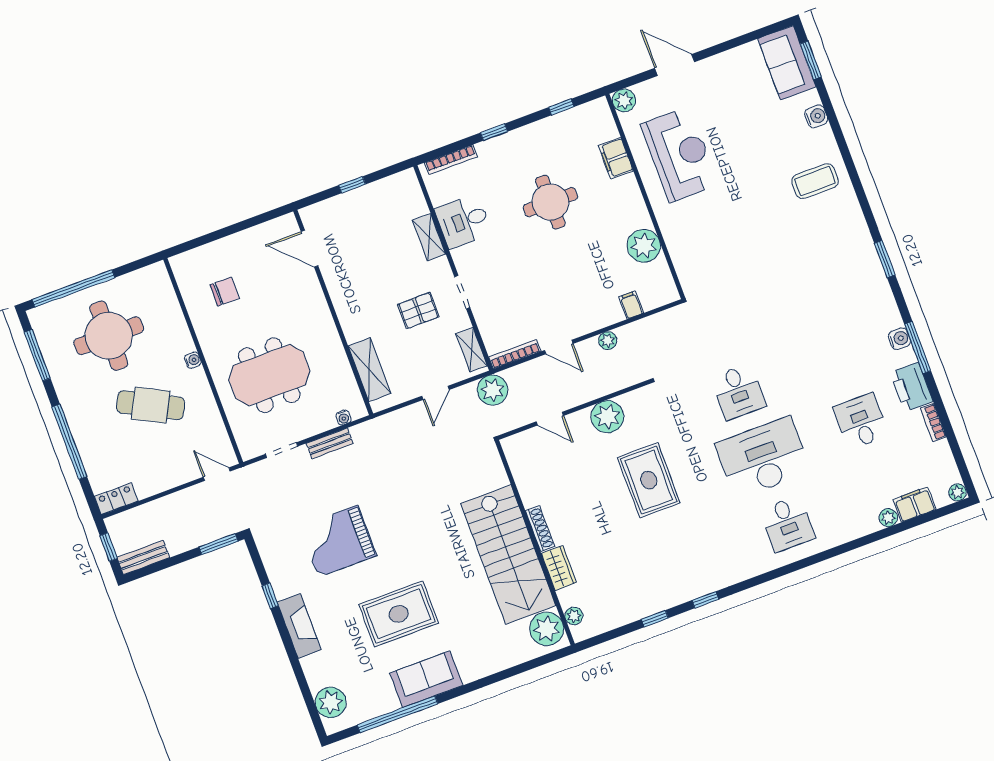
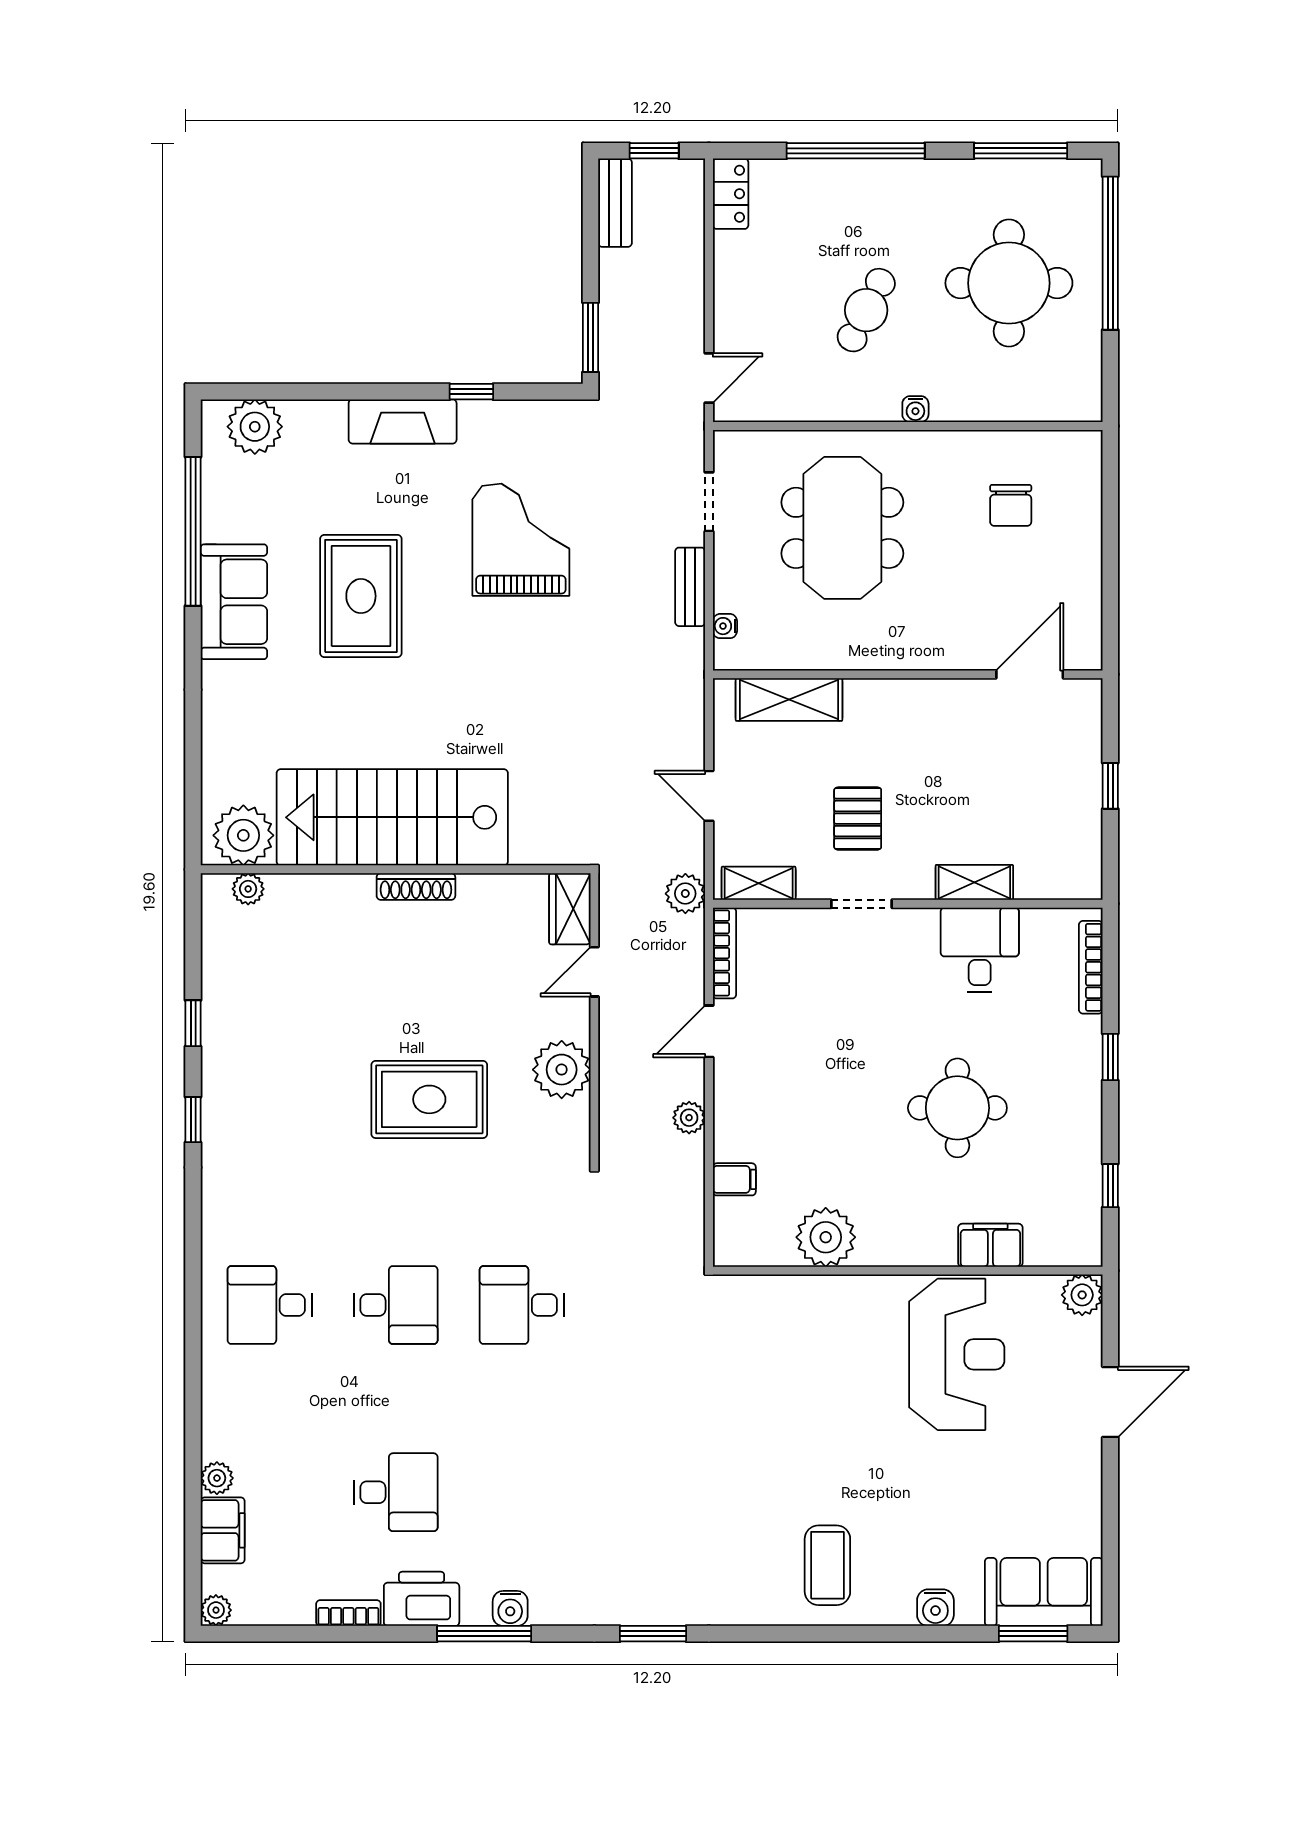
reception desk: (680, 154) -> (957, 1354), turned -90
plant: (493, 390) -> (685, 894), width x0.73, depth x0.73
cafe table: (151, 405) -> (866, 310), width x0.73, depth x0.74
desk: (763, 458) -> (396, 1305), width x0.53, depth x0.77
wardrobe: (559, 568) -> (570, 909), moved, turned 90

